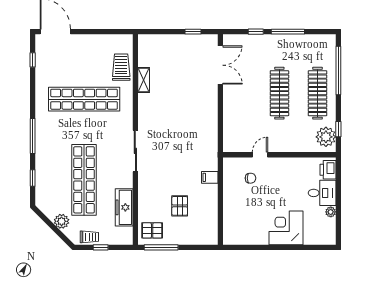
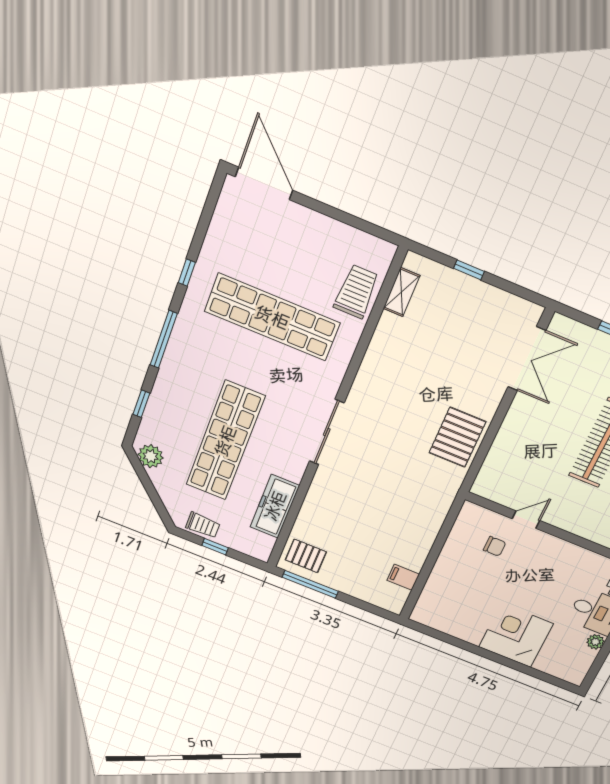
window: (193, 32) -> (469, 270), moved
window: (33, 60) -> (187, 273), moved
shelving: (144, 80) -> (402, 292), moved
filing cabinet: (210, 177) -> (403, 577), moved
pallet: (180, 206) -> (457, 437), moved, width x1.50, depth x1.42
plant: (62, 221) -> (151, 456), moved

